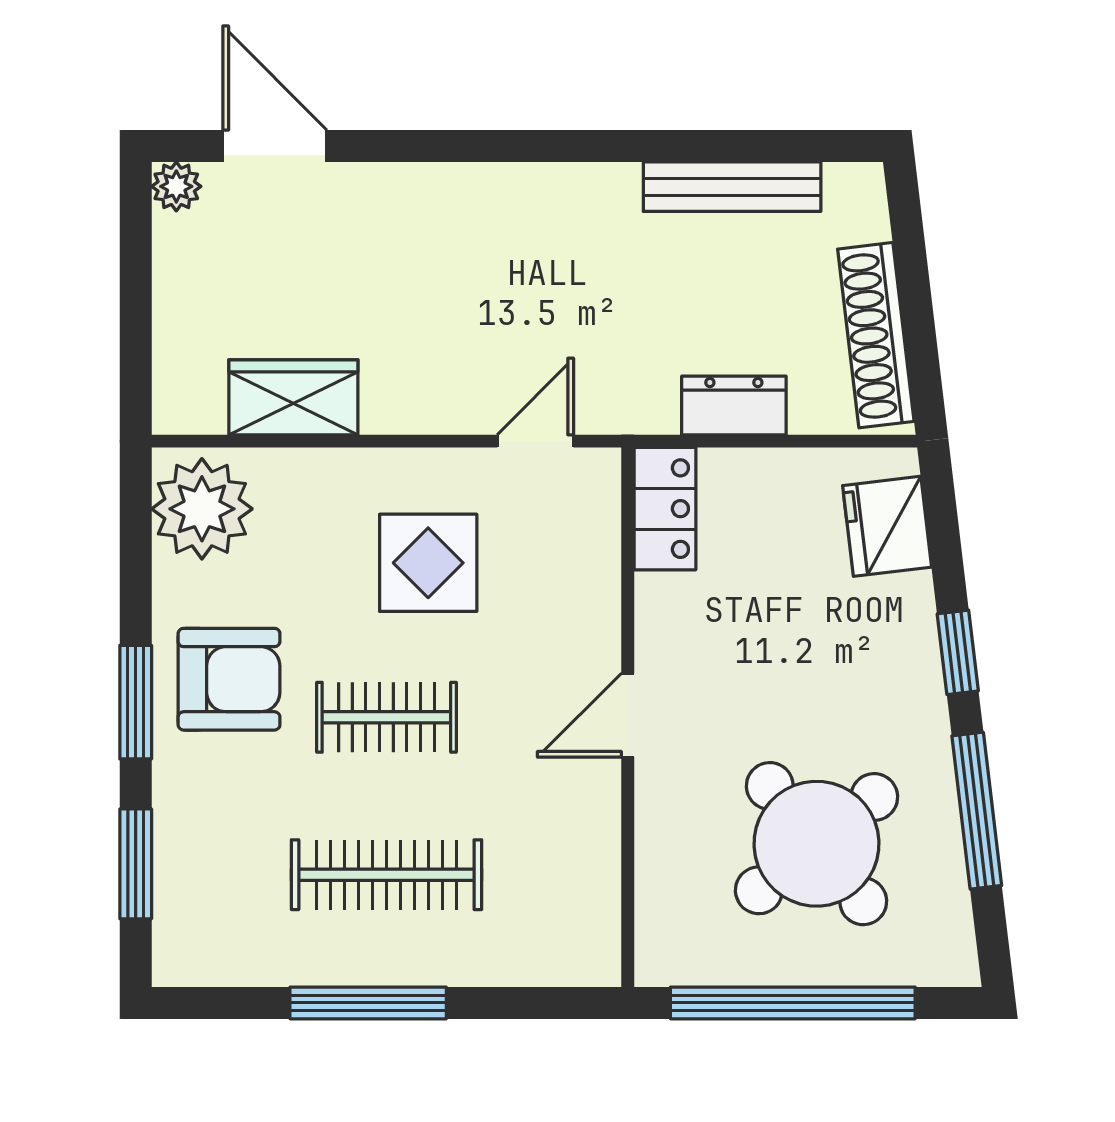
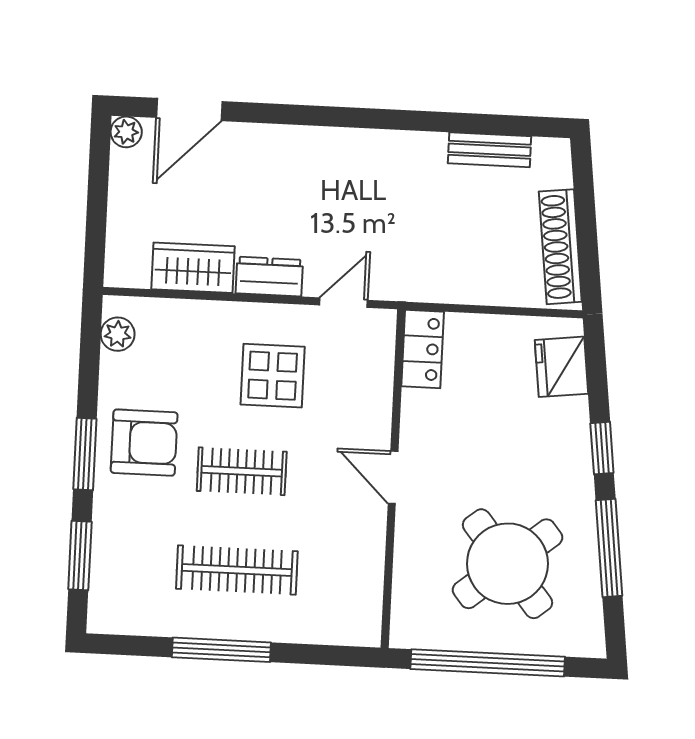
door: (275, 146) -> (189, 110), swing flipped
bench: (732, 187) -> (490, 150), width x0.73
dresser: (734, 405) -> (269, 277), moved
plant: (202, 509) -> (118, 334), width x0.53, depth x0.53
door: (628, 715) -> (393, 477), hinge flipped

